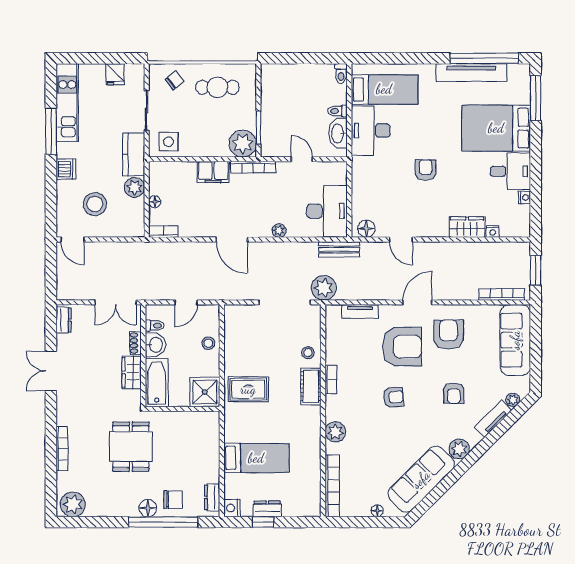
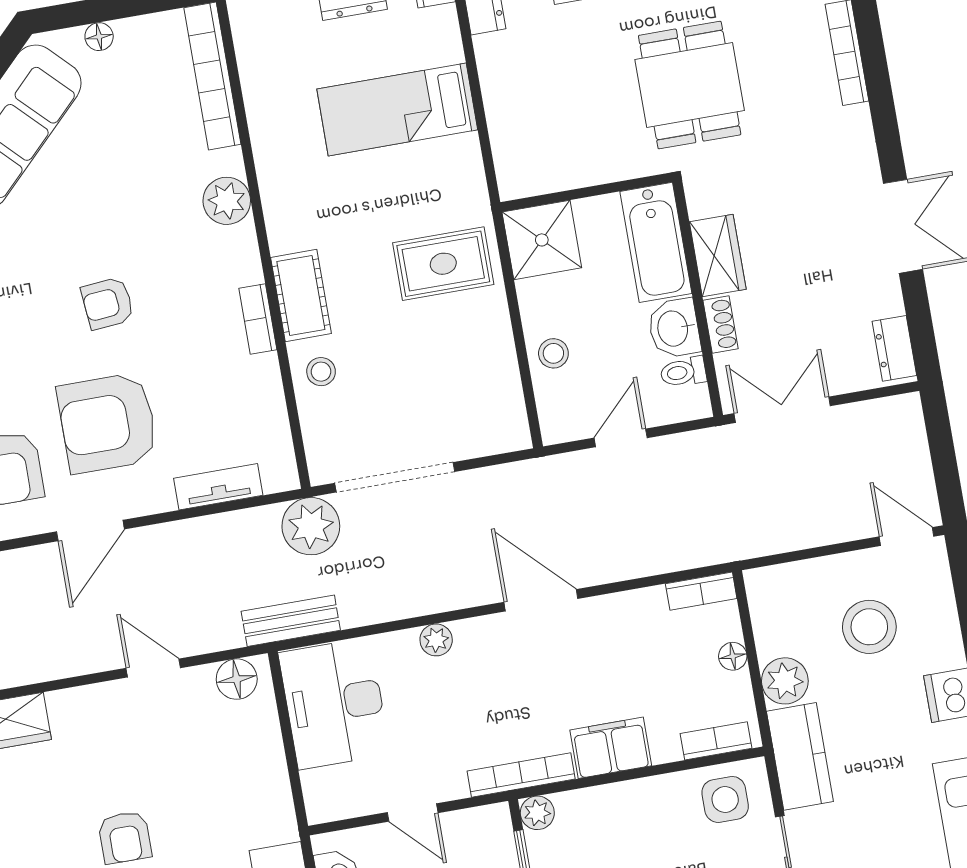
plant: (243, 144) -> (537, 813), width x0.53, depth x0.53
bookcase: (168, 167) -> (716, 741), added

